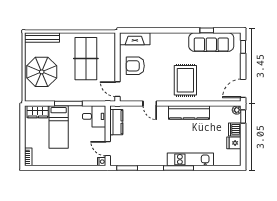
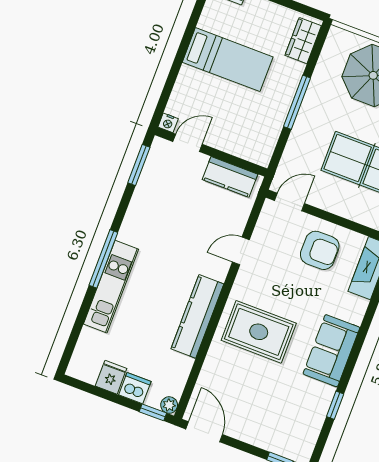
sofa: (211, 42) -> (331, 351), moved, width x0.73
armchair: (135, 66) -> (320, 250), turned 90
desk: (94, 116) -> (256, 140), removed
bed: (59, 127) -> (228, 60), moved, turned 180

